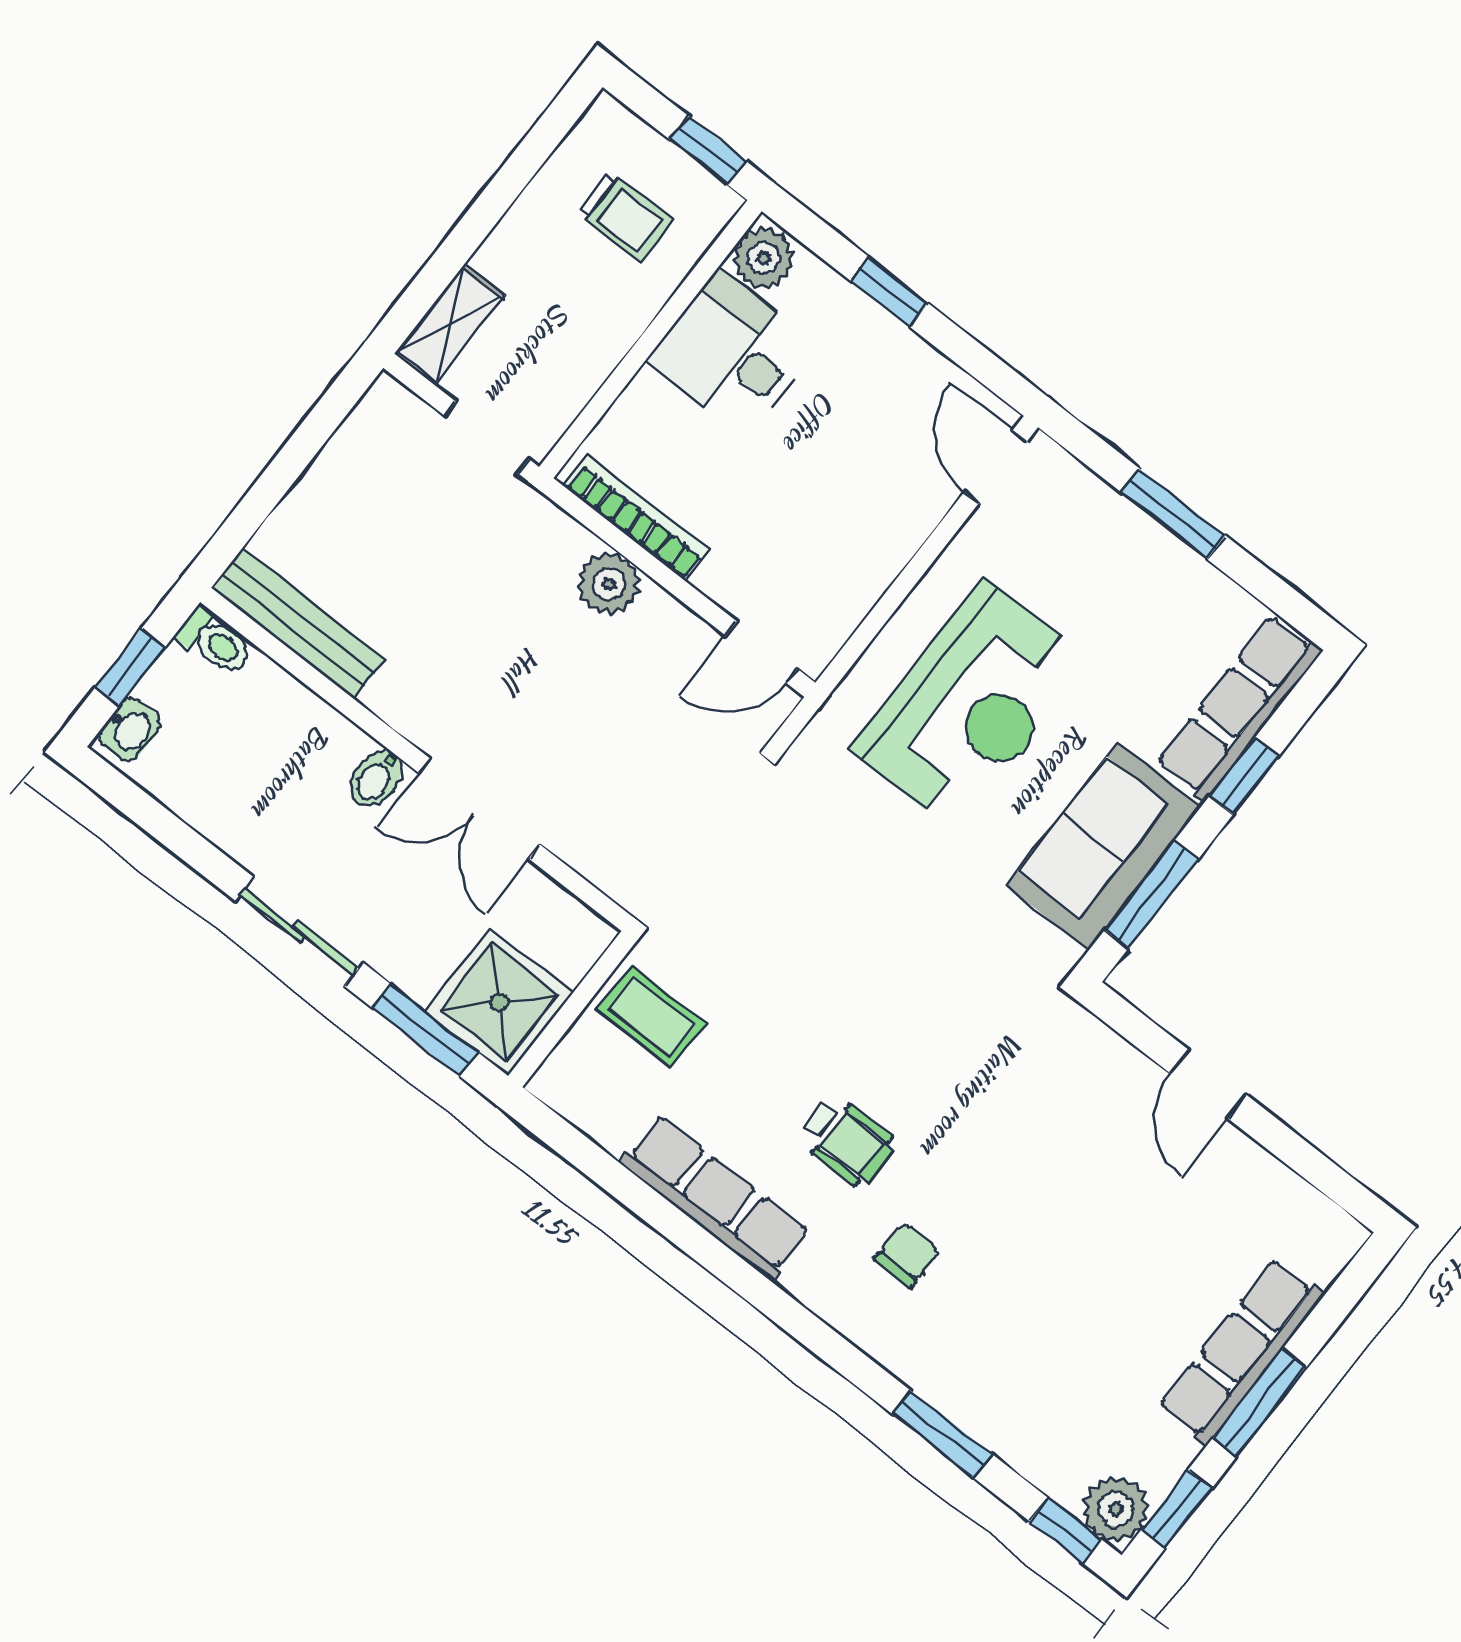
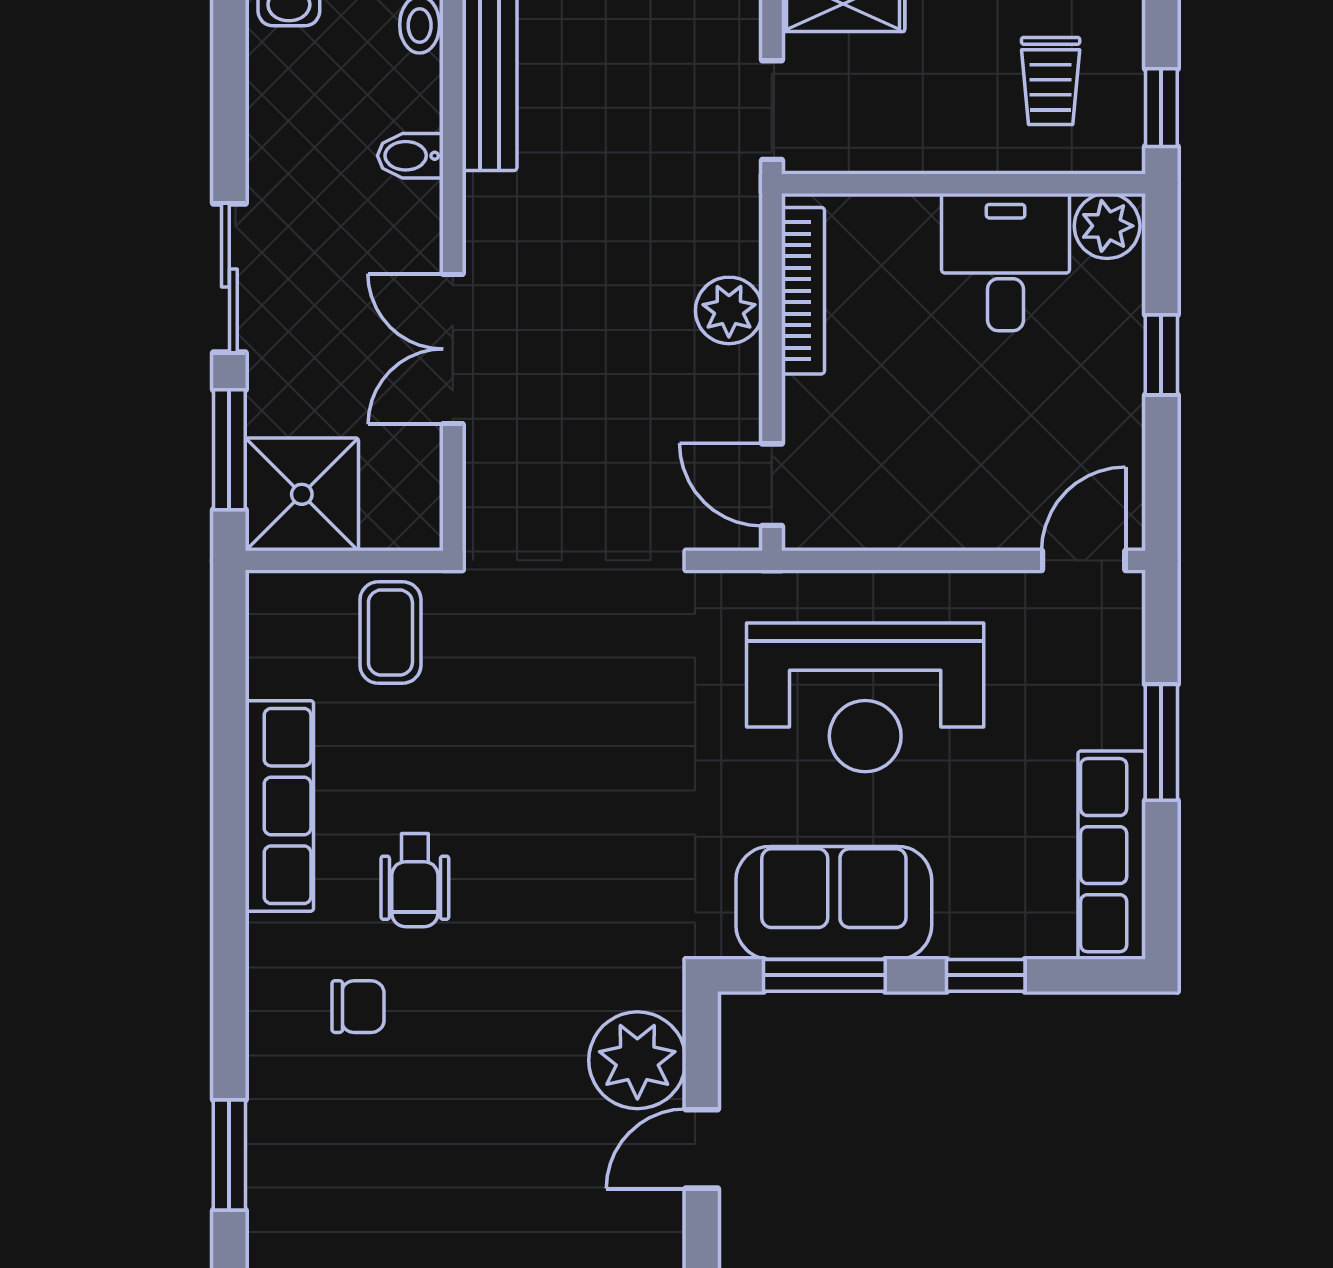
row of seats: (1239, 707) -> (1112, 855), moved, turned -90
bidet: (376, 778) -> (410, 156), moved
plant: (1106, 1081) -> (637, 1060), added

